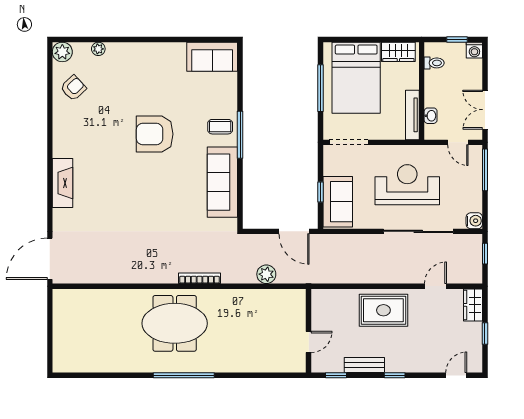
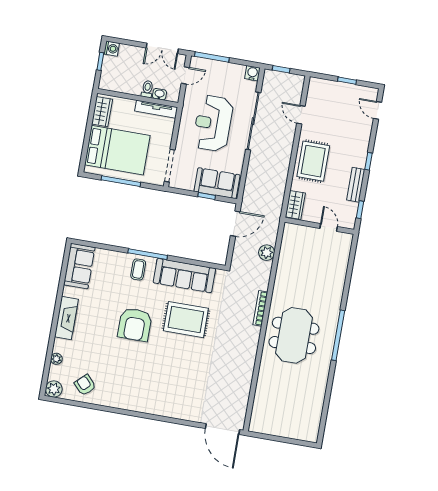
toilet: (434, 63) -> (147, 89), moved
fireplace: (63, 183) -> (66, 318), moved, turned 90
rug: (171, 193) -> (186, 320), added
wardrobe: (473, 305) -> (295, 205), moved, turned -90

